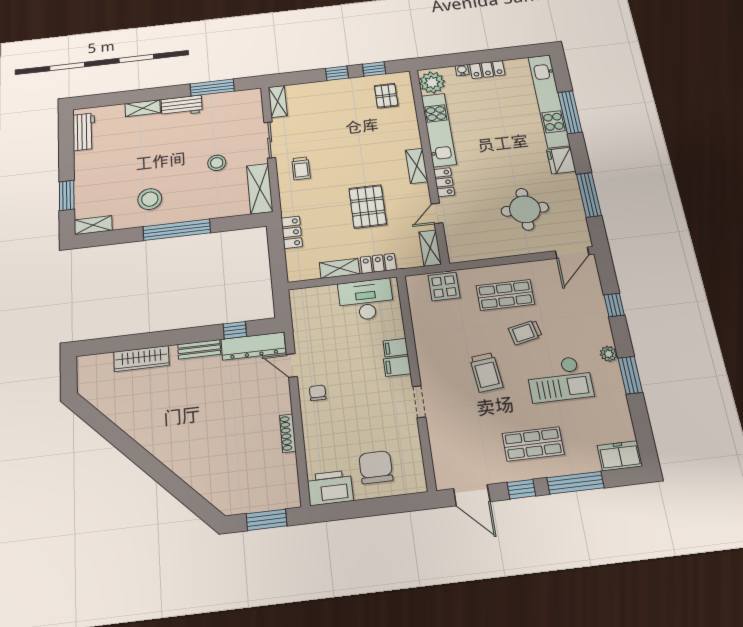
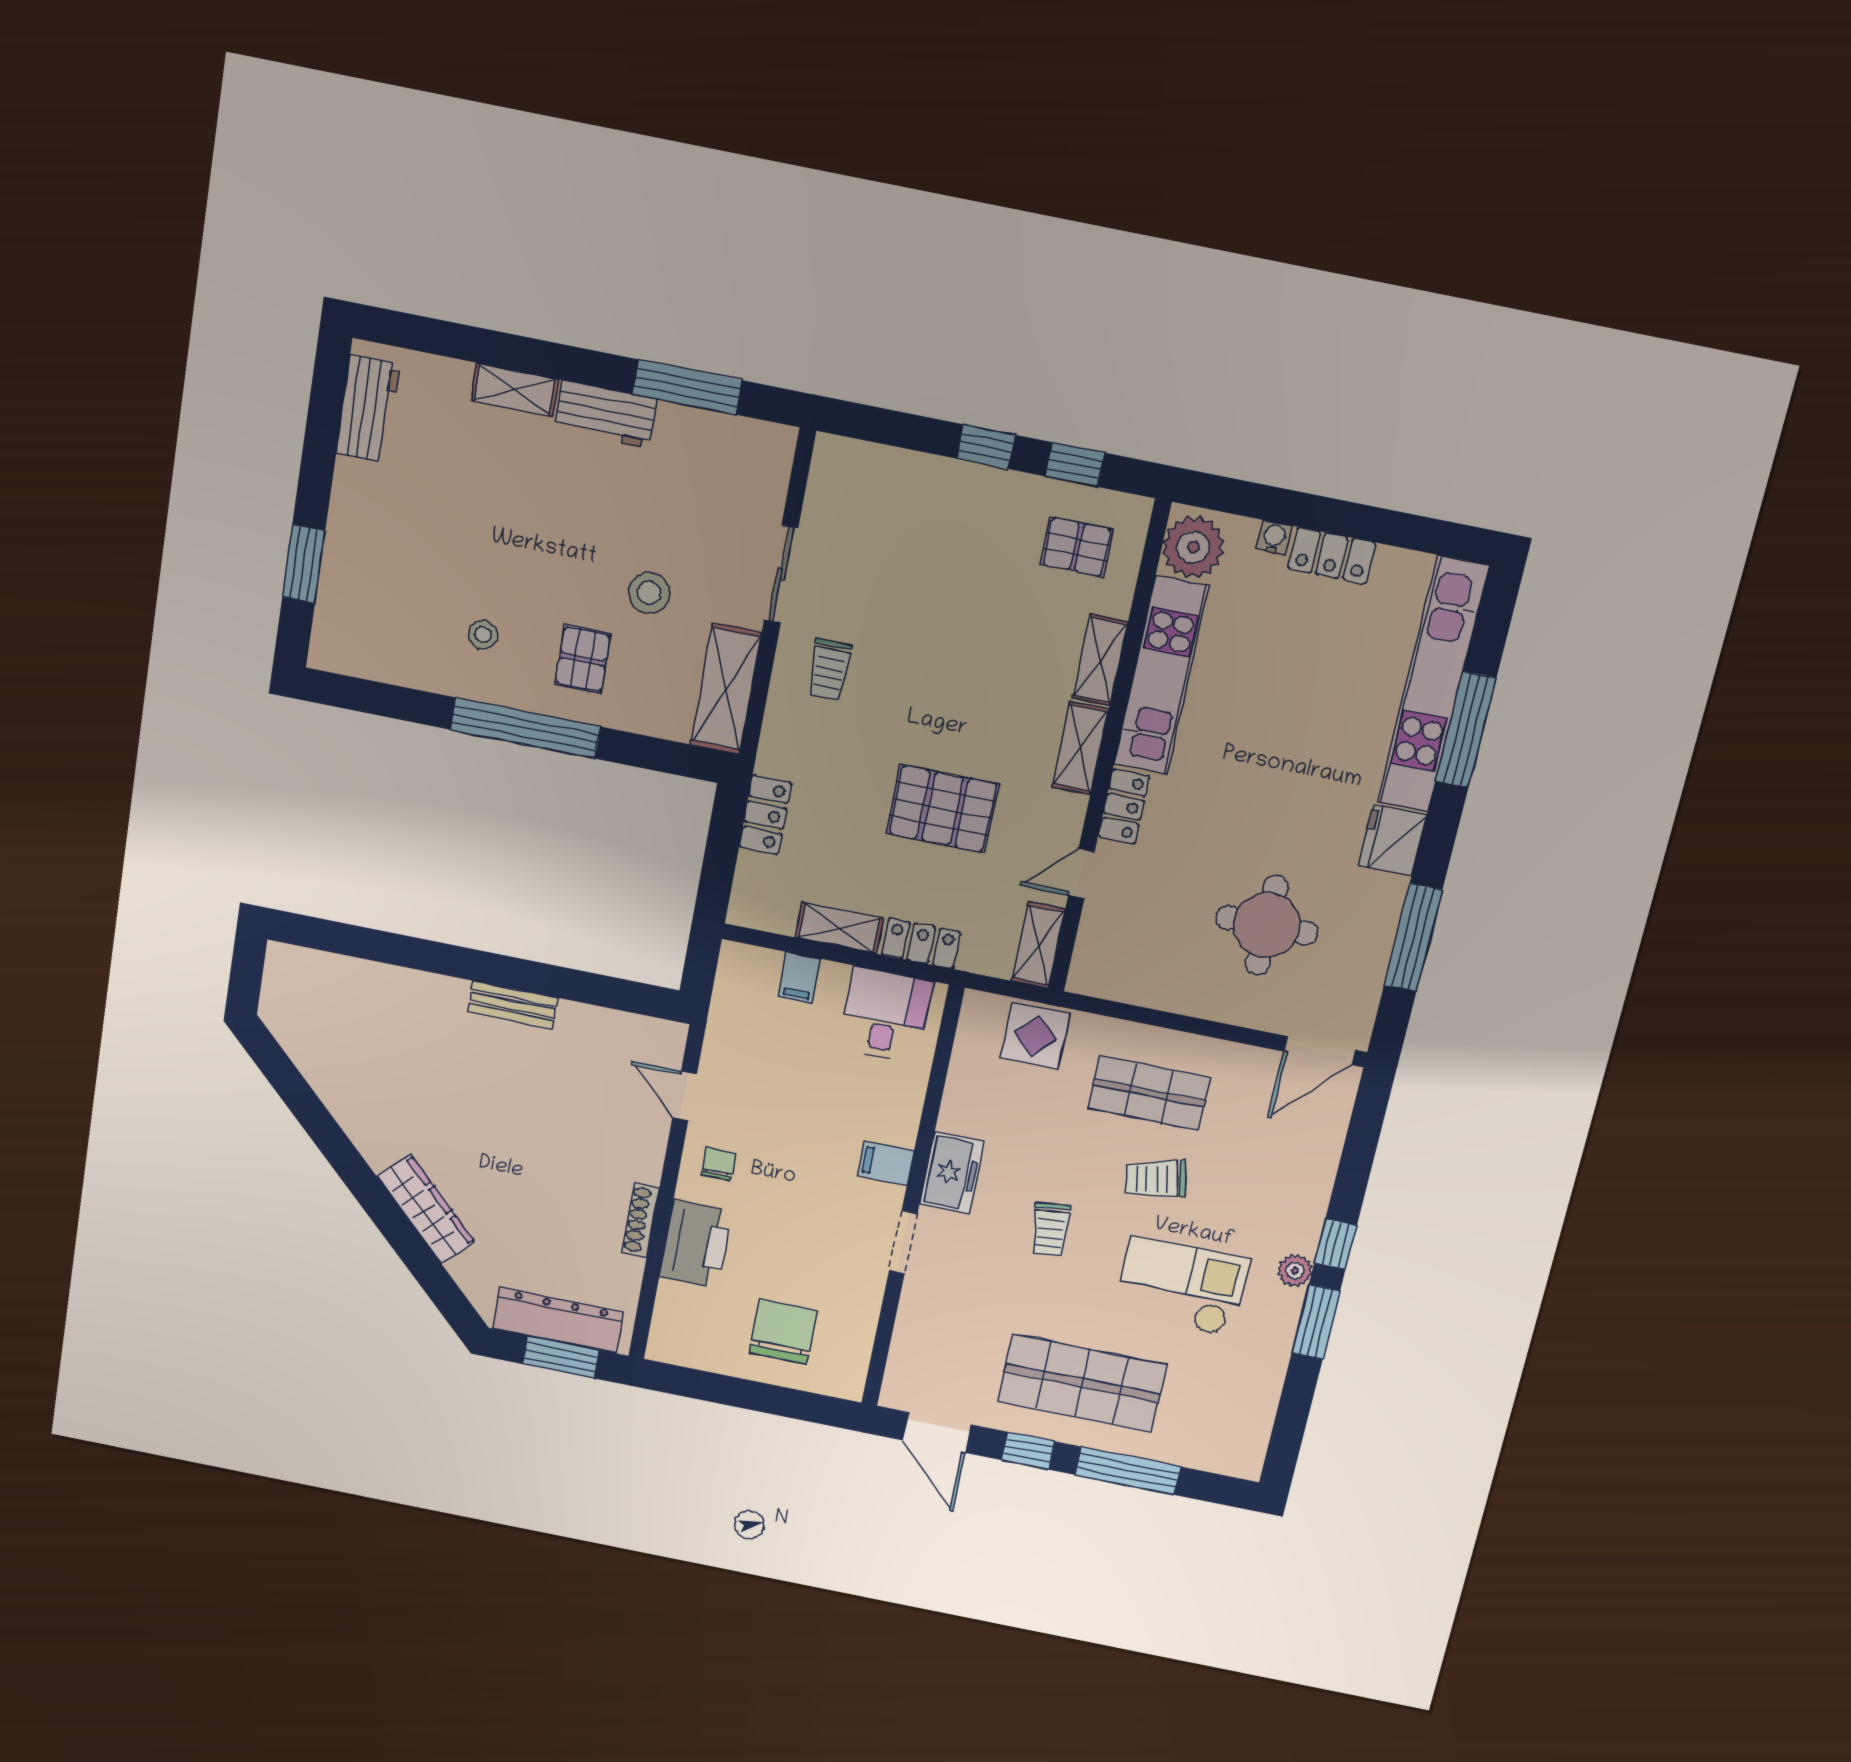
pallet: (386, 96) -> (1077, 547), turned 90
shelving: (278, 101) -> (1100, 660), moved
pallet: (195, 196) -> (583, 659), added
stool: (150, 199) -> (483, 635), width x0.53, depth x0.53
pallet: (368, 206) -> (943, 809), turned 90
shelving: (93, 225) -> (349, 657), removed
desk: (366, 300) -> (885, 1015), width x0.73
window: (614, 305) -> (1335, 1244), moved
window: (235, 330) -> (592, 989), removed
dresser: (253, 346) -> (558, 1320), moved, turned 180
filing cabinet: (396, 348) -> (799, 978), moved, turned -90
wardrobe: (141, 359) -> (426, 1209), moved, turned -135
trolley: (486, 372) -> (1050, 1229), width x0.73, depth x0.72
checkout: (560, 379) -> (1181, 1287), turned 180
shop shelf: (533, 444) -> (1082, 1383), width x1.43, depth x1.36
freezer: (620, 456) -> (952, 1173), moved, turned 90
printer: (330, 488) -> (696, 1244), moved, turned 90

